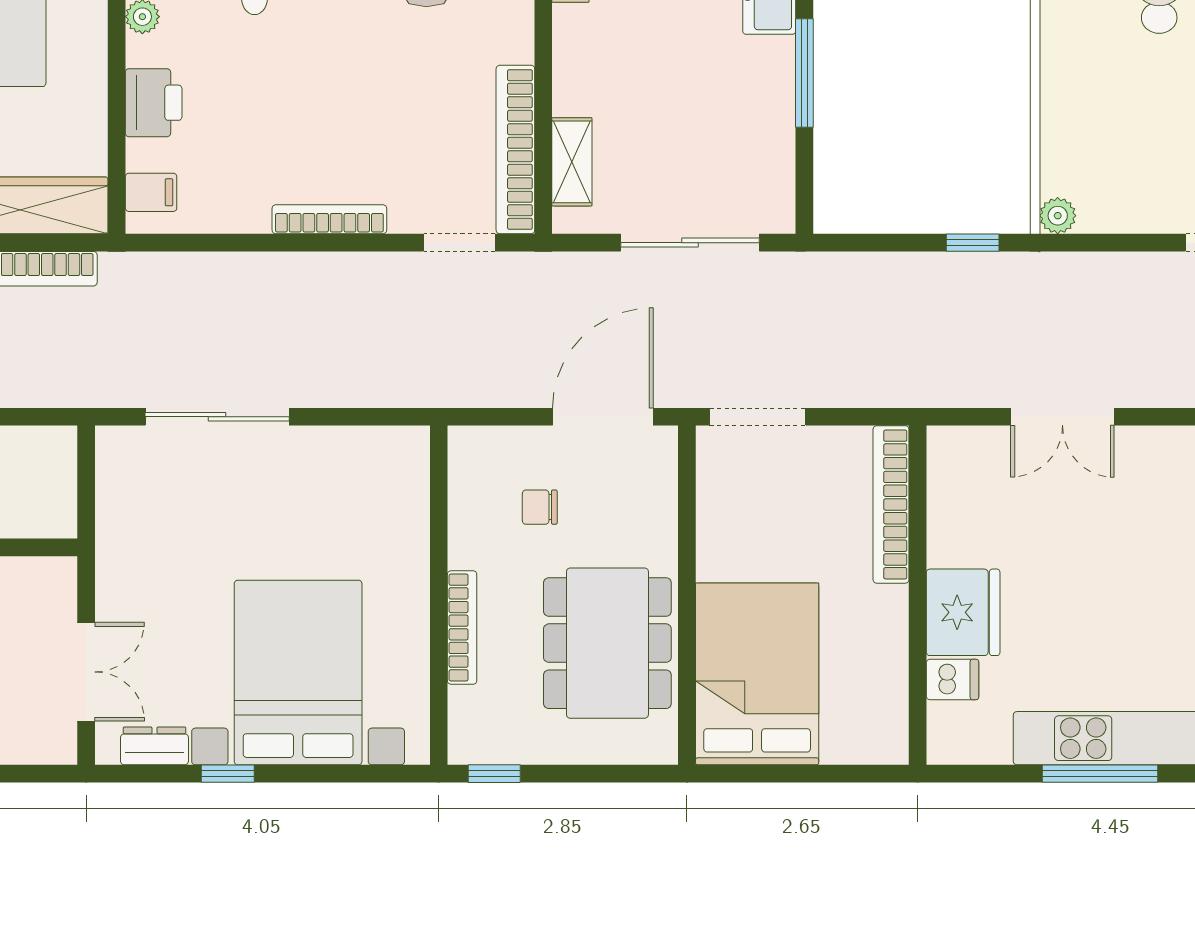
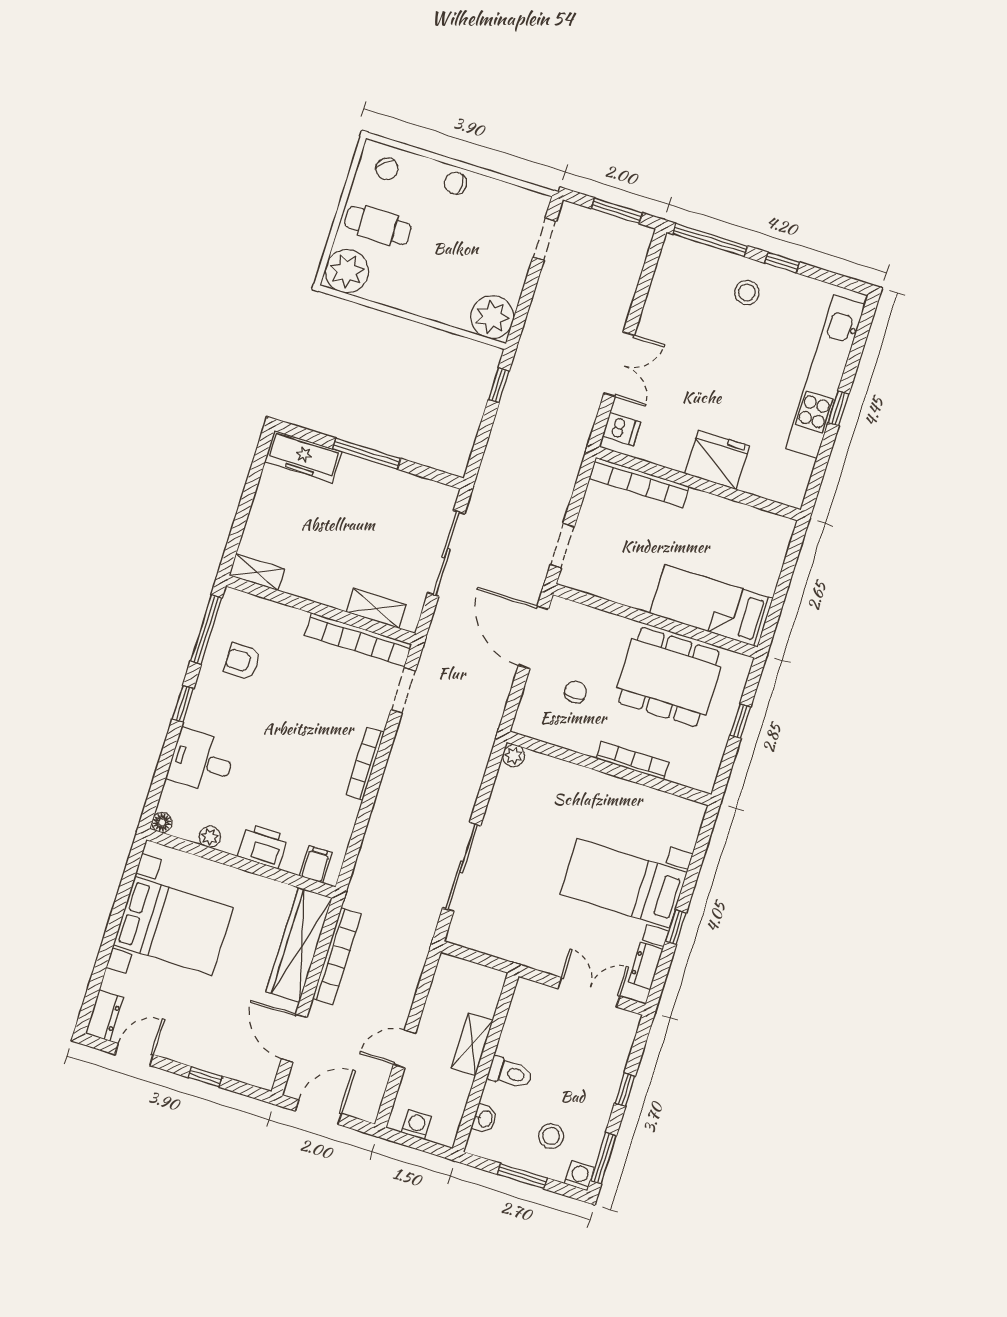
plant: (1058, 216) -> (492, 317), width x1.87, depth x1.87
doorway: (758, 417) -> (562, 546), width x0.73
plant: (412, 443) -> (514, 756), added
chair: (540, 507) -> (575, 692), turned 180
bed with nightstands: (298, 672) -> (624, 883), width x0.73
bed: (757, 674) -> (711, 606), width x0.67
dishwasher: (952, 679) -> (622, 429), moved, turned 90
window: (494, 774) -> (740, 721), moved
window: (1100, 774) -> (838, 408), width x0.46

